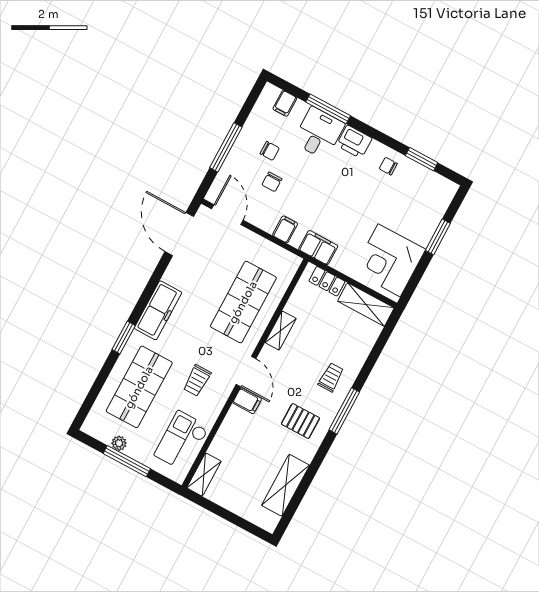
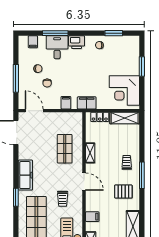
shop shelf: (243, 302) -> (65, 149), width x0.70, depth x0.74
filing cabinet: (247, 401) -> (92, 217), moved

